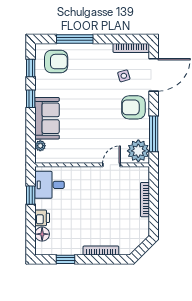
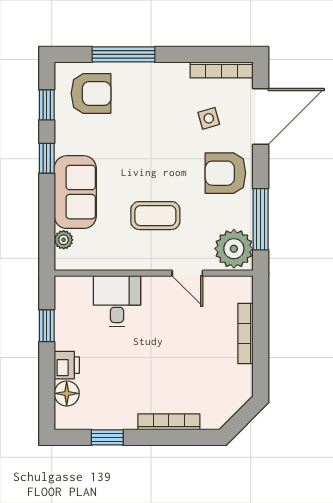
coffee table: (93, 132) -> (155, 216), added
door: (112, 165) -> (187, 273), swing flipped
desk: (50, 185) -> (117, 301), moved, turned 90

